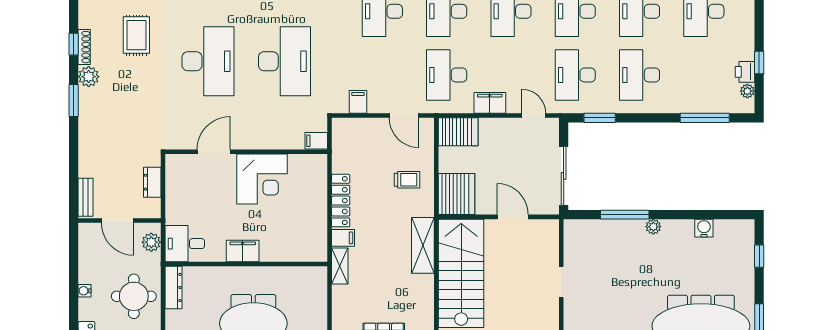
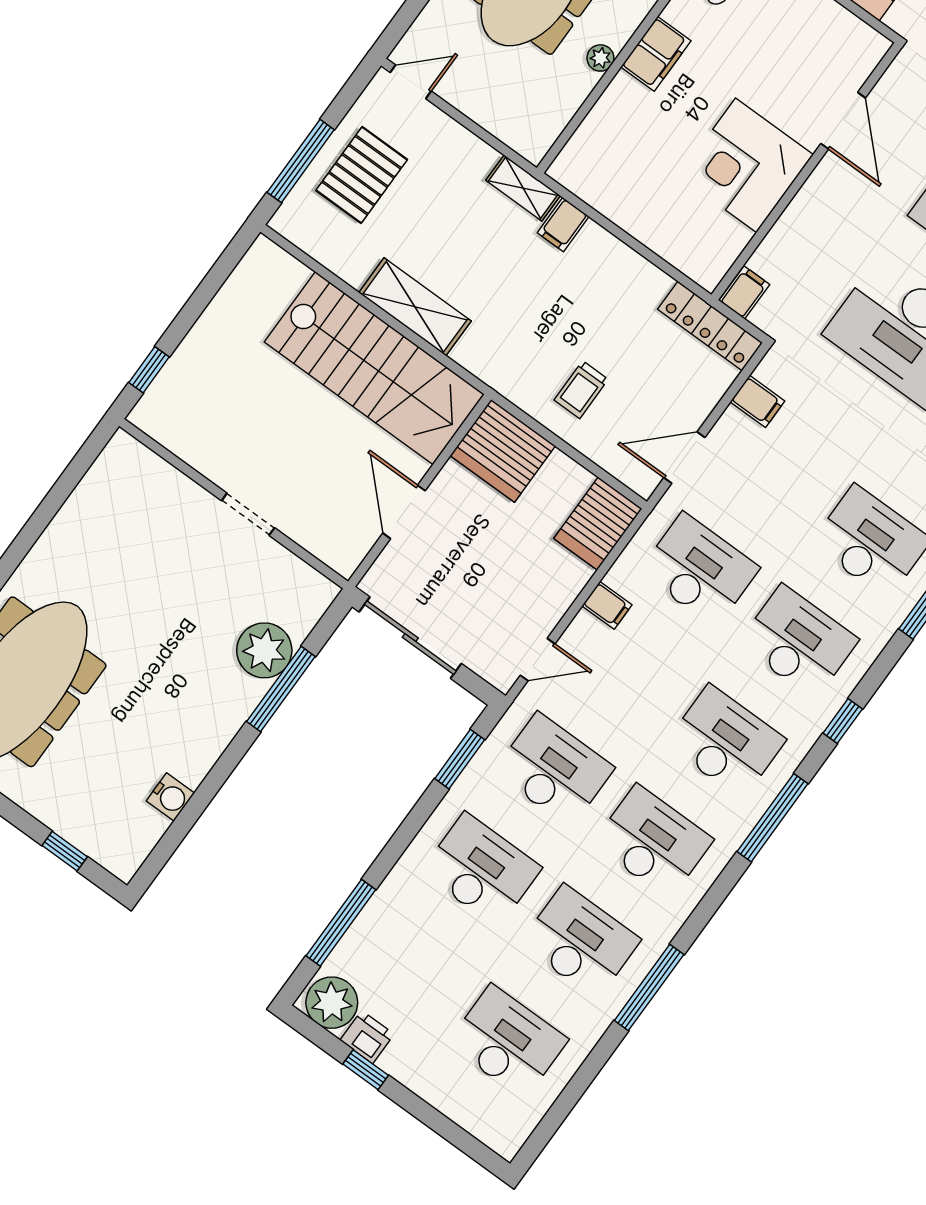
plant: (747, 91) -> (332, 1003), width x1.88, depth x1.88
filing cabinet: (490, 103) -> (607, 605), width x0.50
locker: (341, 201) -> (710, 326), moved
door: (513, 217) -> (404, 512), swing flipped
plant: (653, 227) -> (264, 650), moved, width x1.88, depth x1.88
shelving: (423, 245) -> (415, 307), moved
plant: (261, 273) -> (600, 58), added

